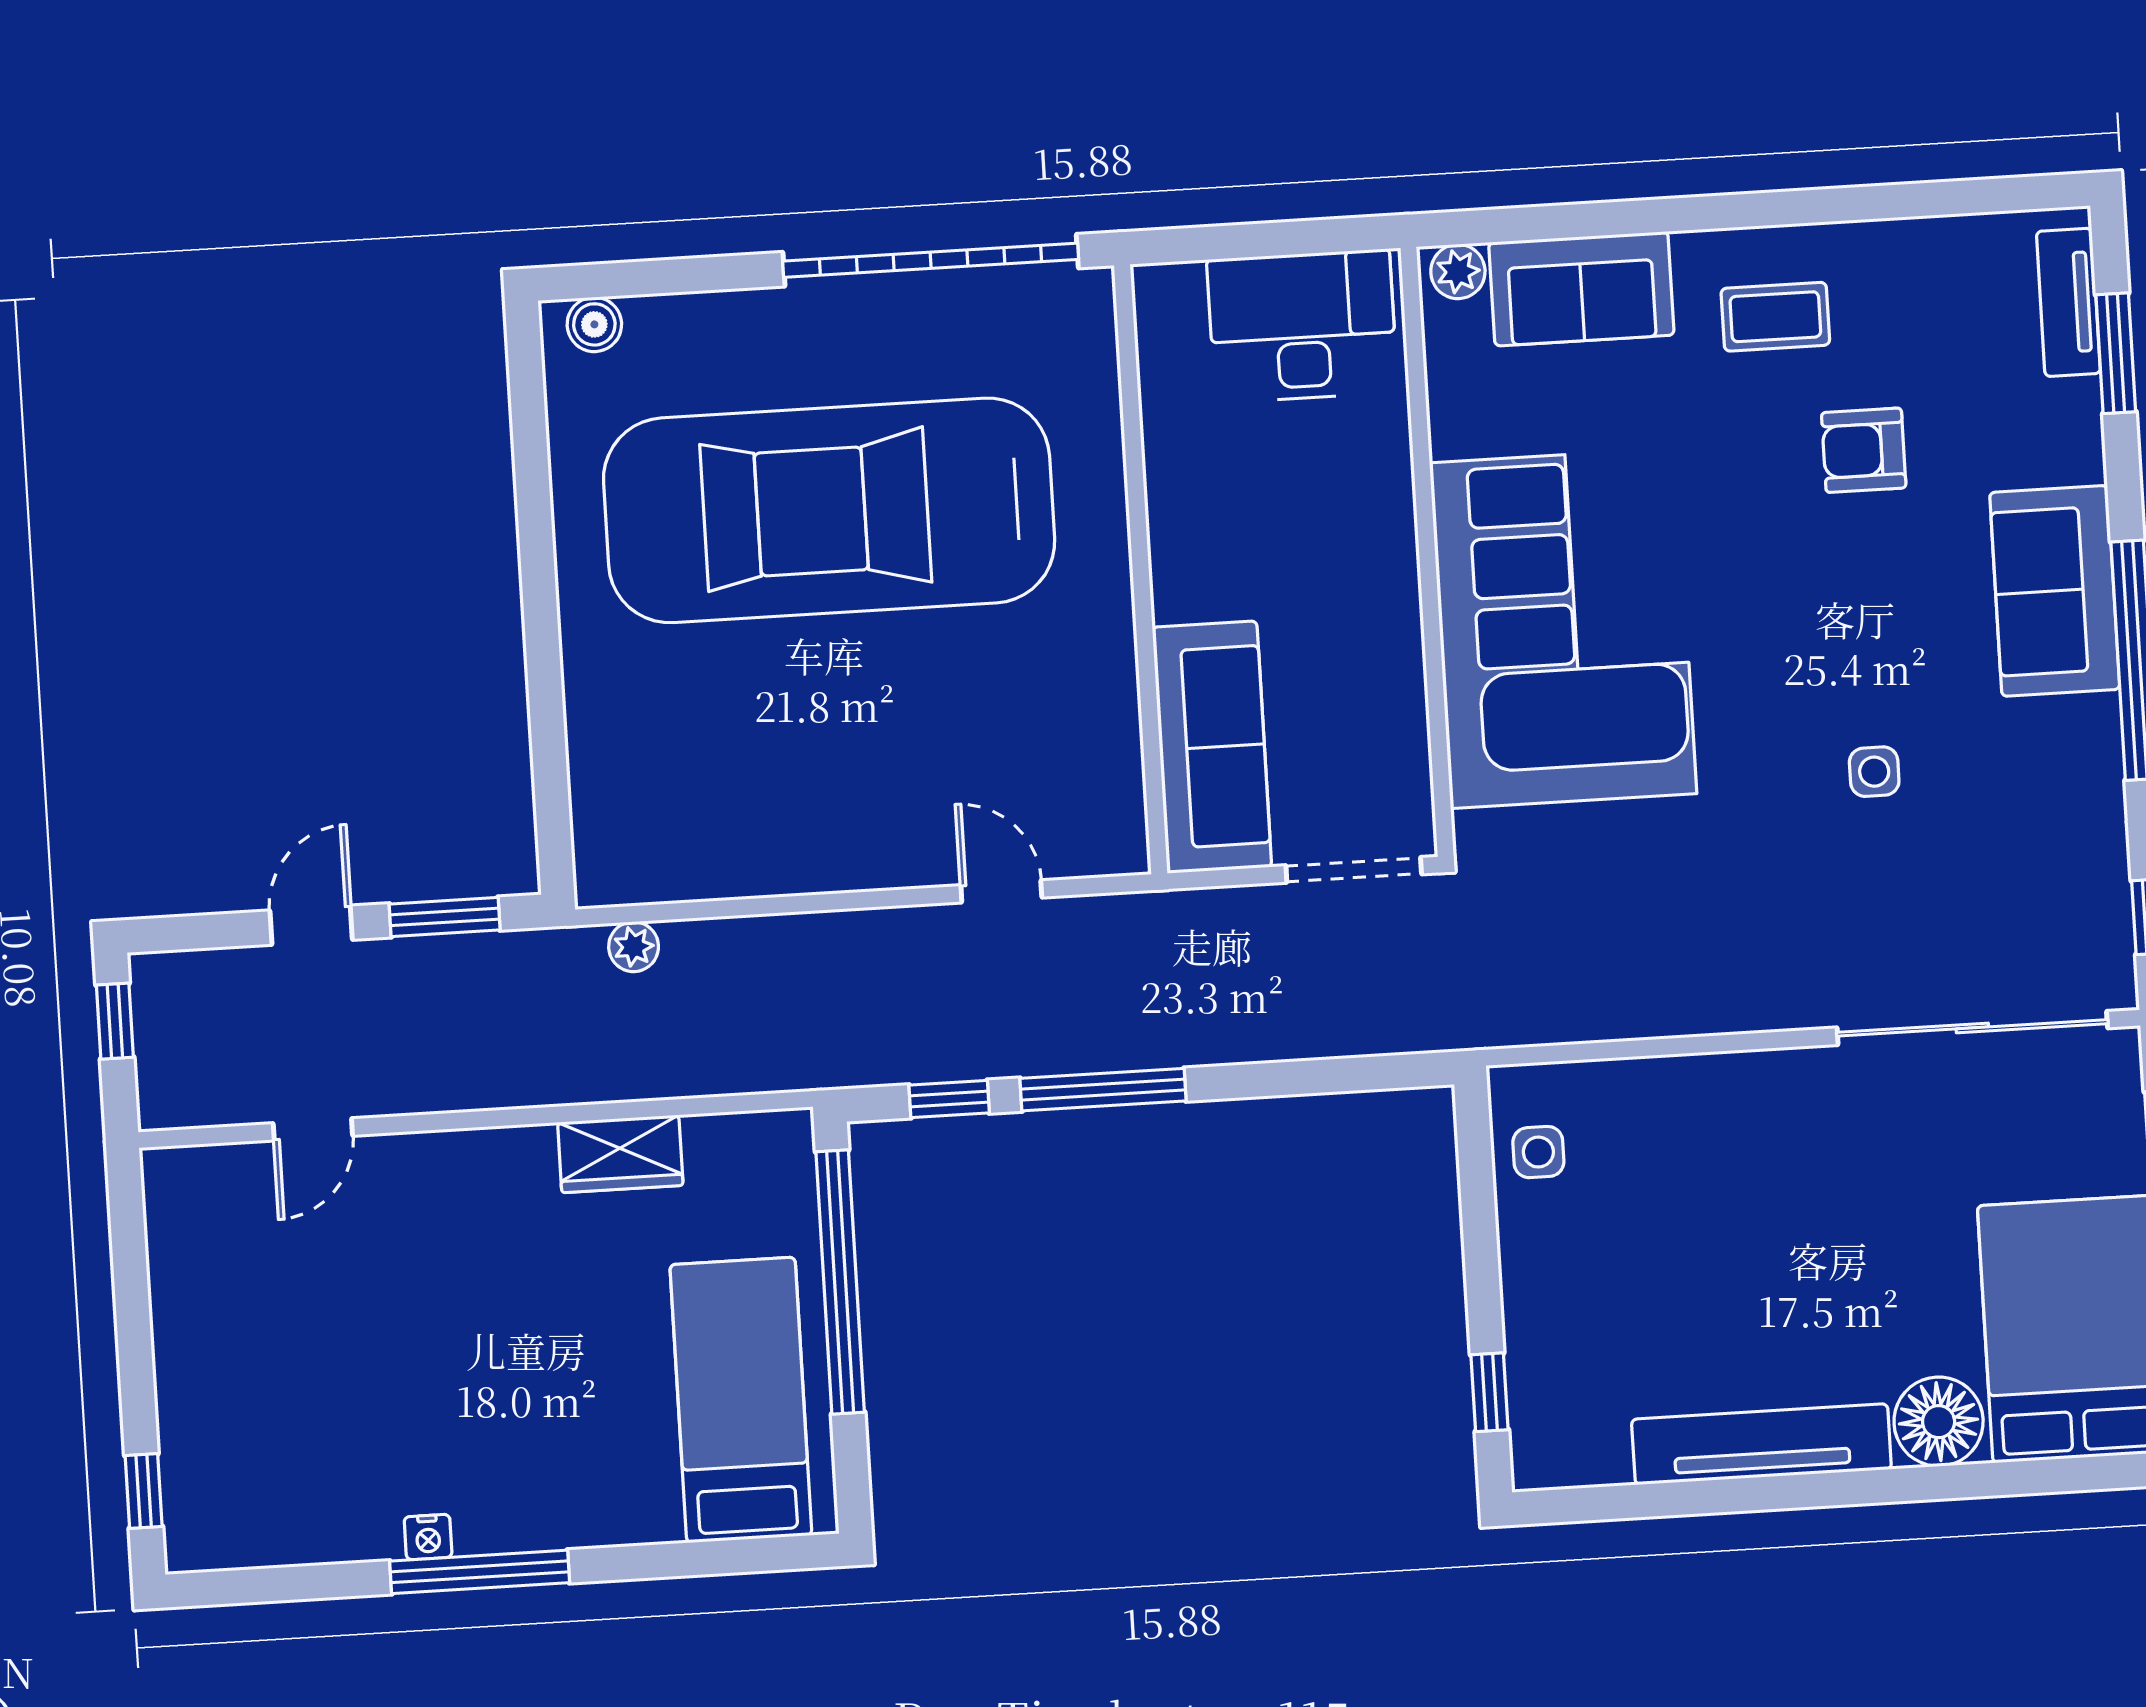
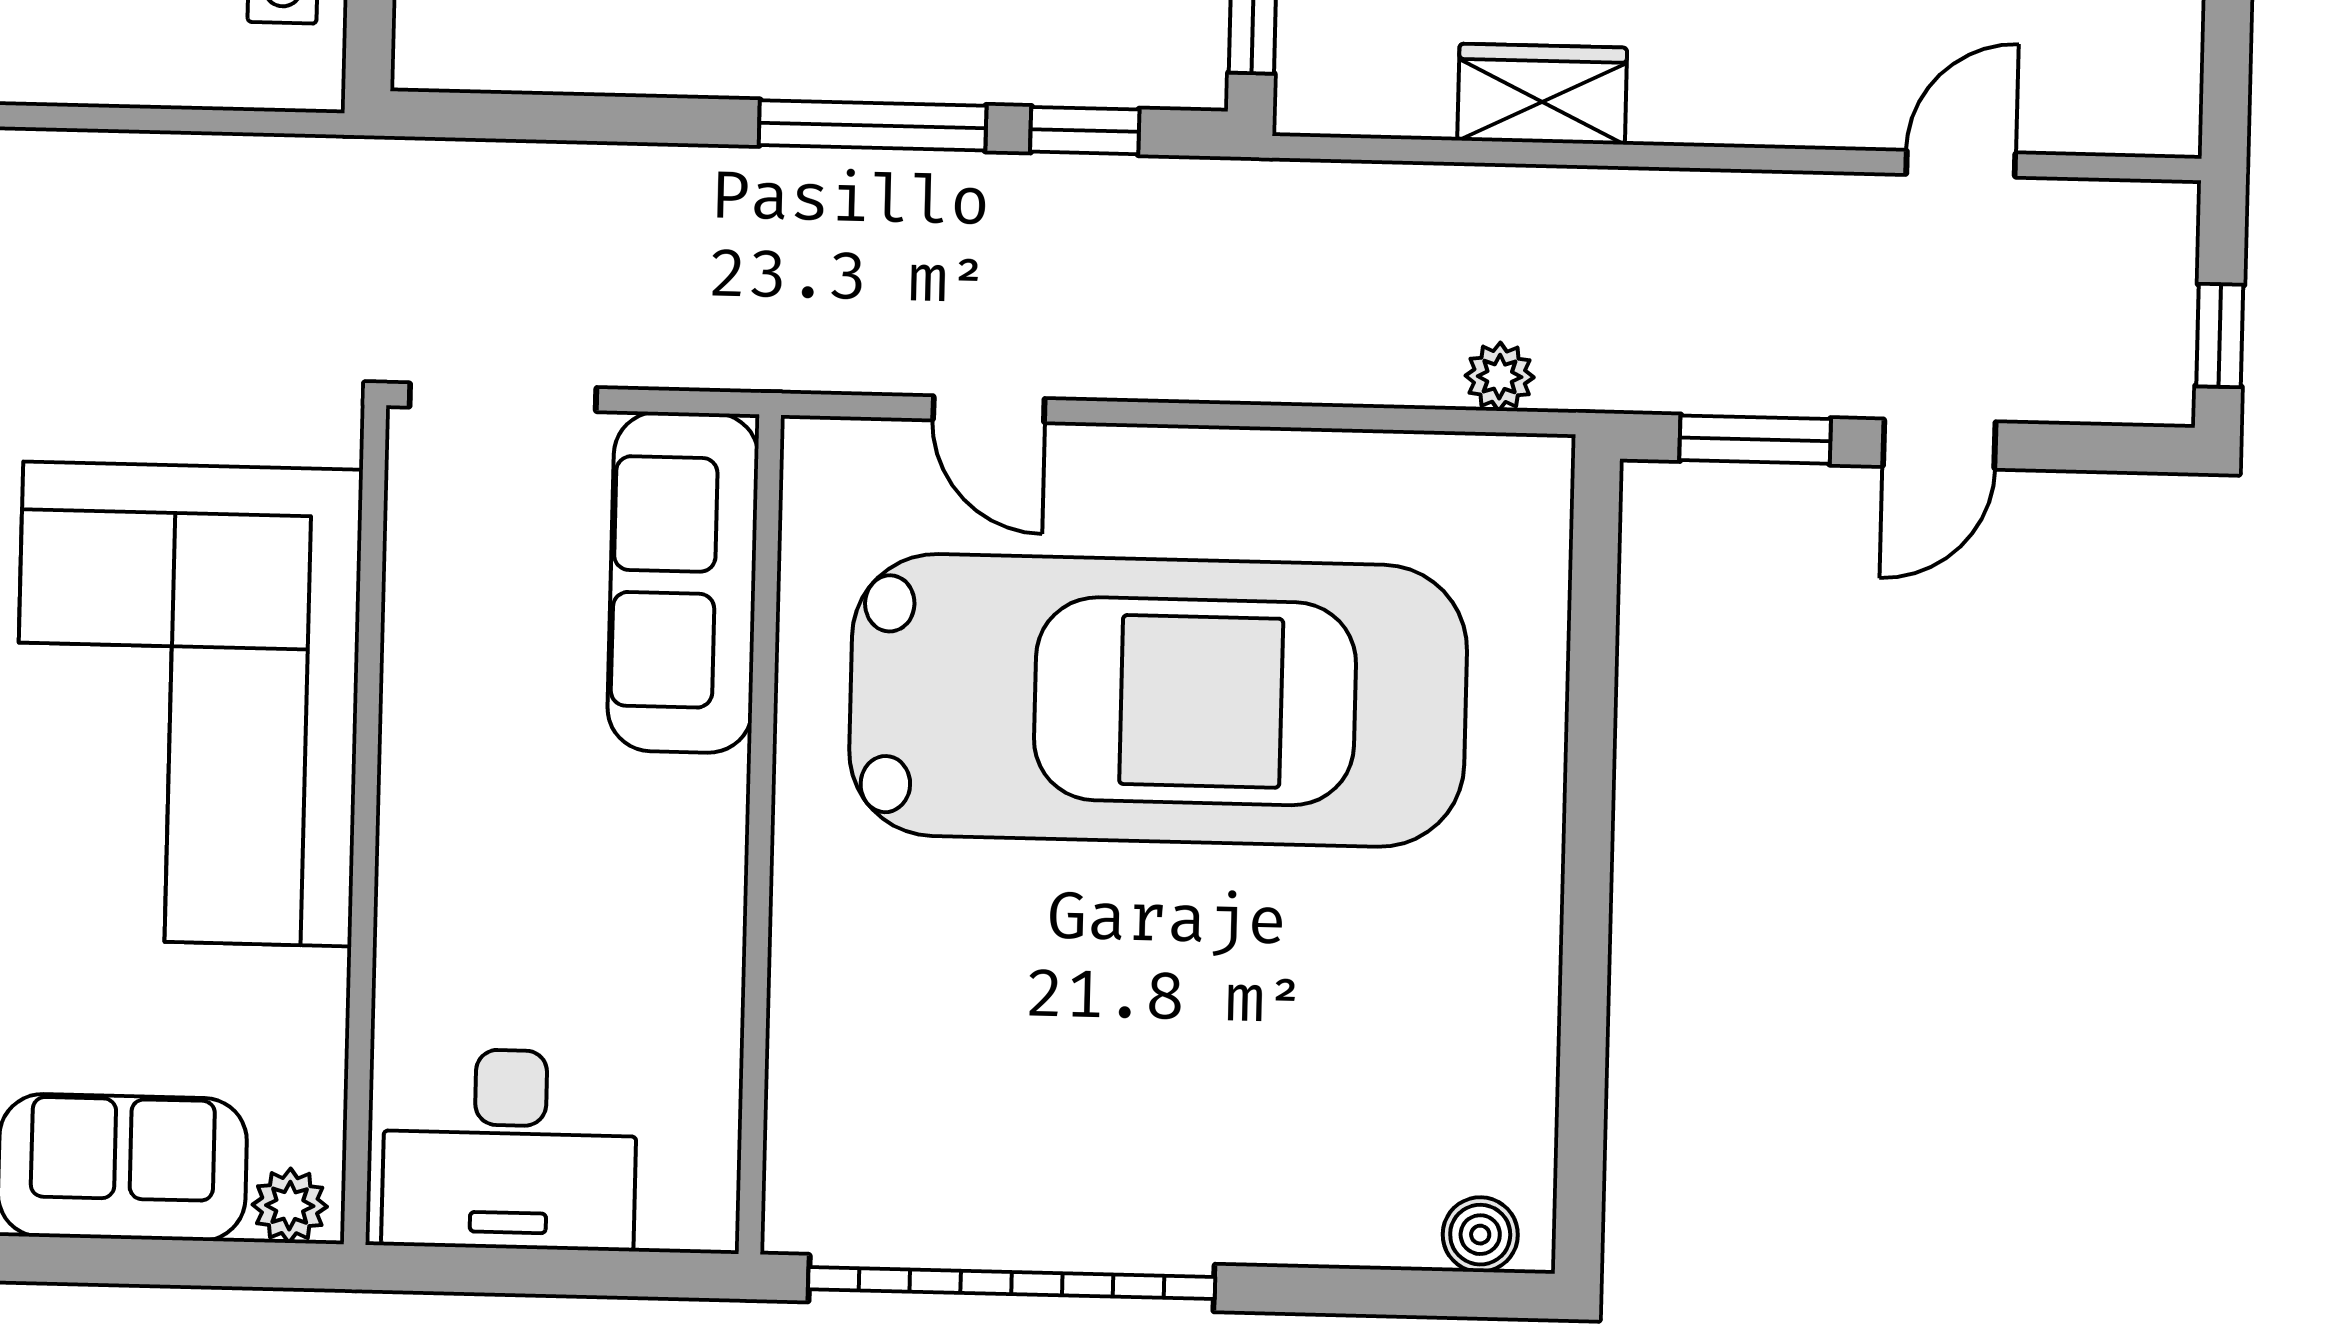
car: (829, 510) -> (1158, 700), moved

